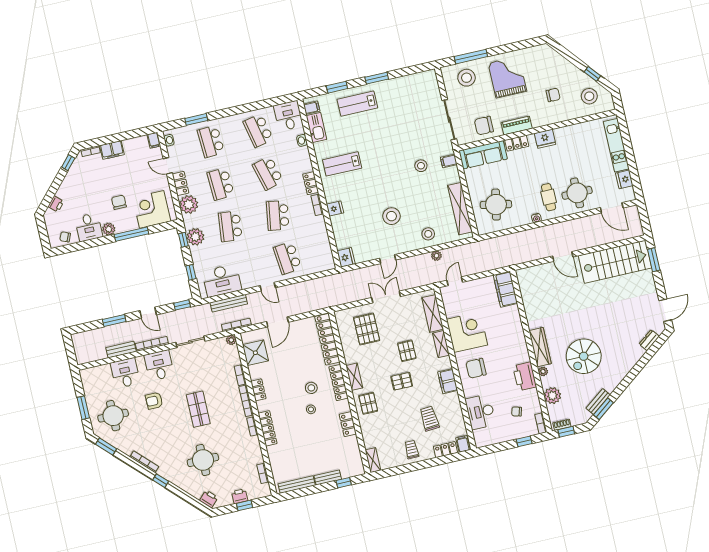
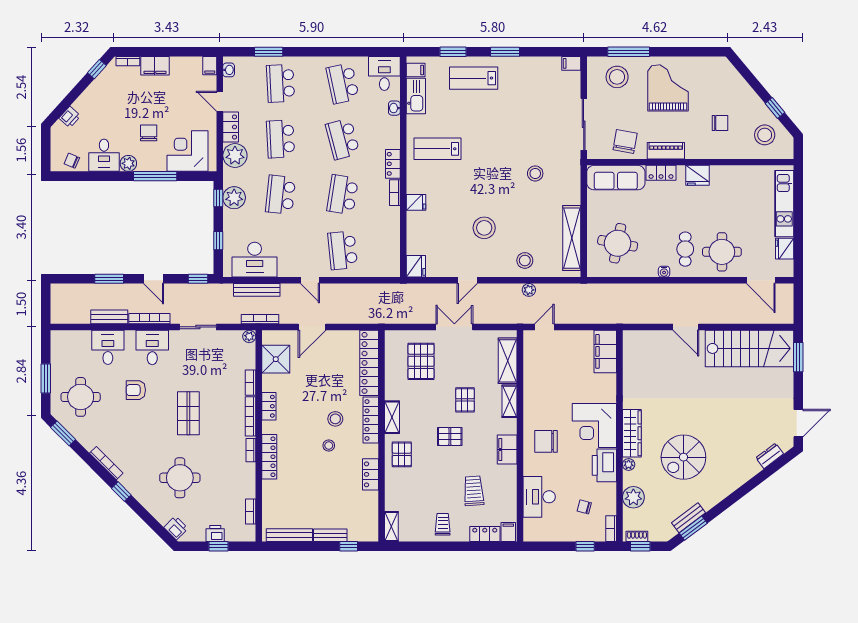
chair: (484, 126) -> (625, 141), turned 100
filing cabinet: (449, 161) -> (571, 63), moved
corner desk: (467, 332) -> (594, 425), moved, turned 180

